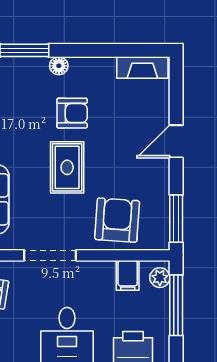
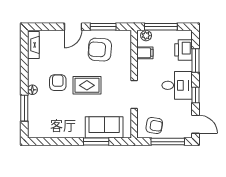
door: (176, 141) -> (73, 27), hinge flipped
window: (176, 219) -> (103, 27), moved
armchair: (117, 220) -> (100, 50), moved

